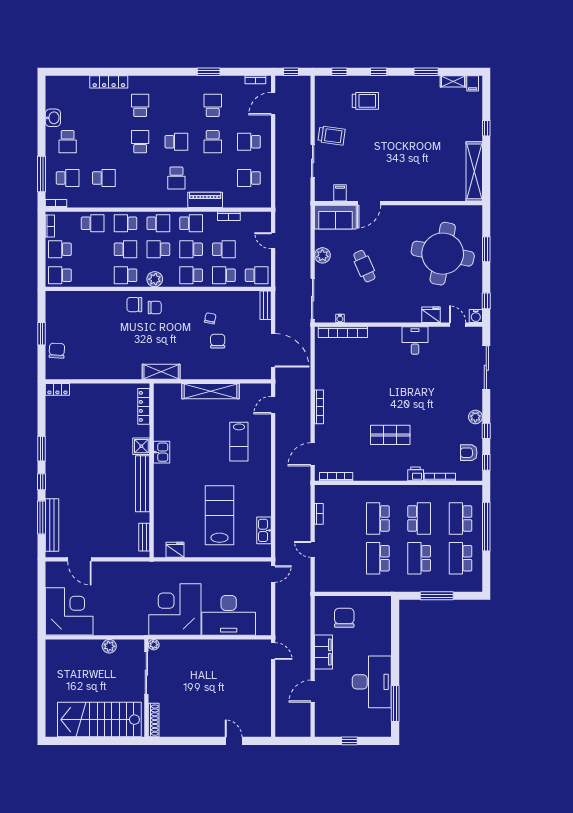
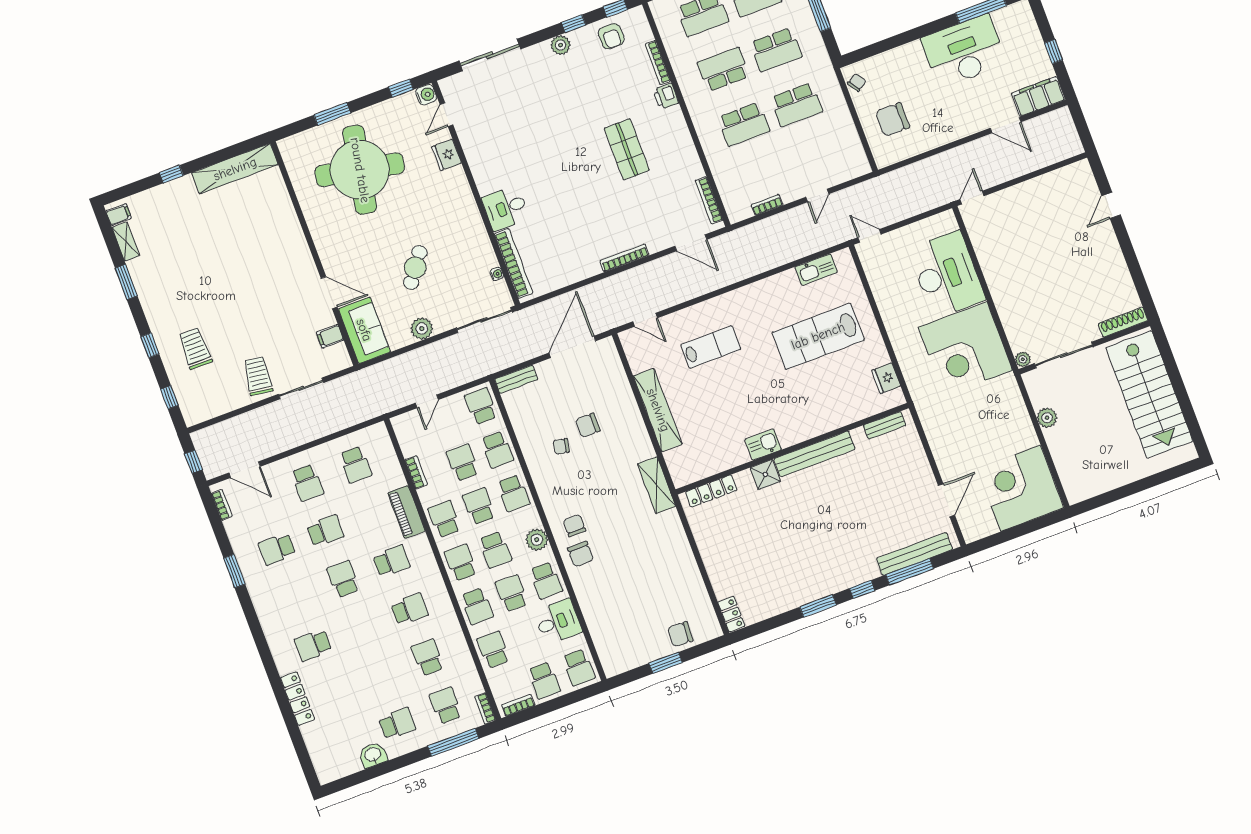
school desk: (140, 142) -> (410, 609), moved, turned 180
school desk: (191, 249) -> (479, 506), turned 180
cafe table: (364, 266) -> (415, 268), turned -30
desk: (95, 273) -> (558, 622), added
desk: (415, 340) -> (506, 208), moved
chair: (378, 603) -> (857, 82), added
filing cabinet: (324, 652) -> (1038, 96), moved

